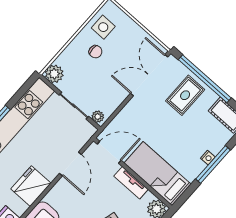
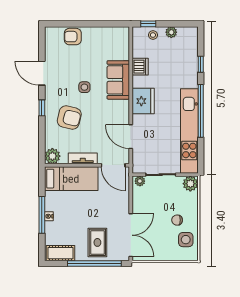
door: (109, 152) -> (113, 165), hinge flipped

